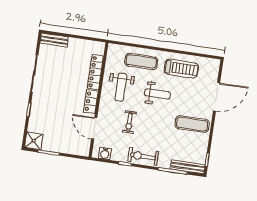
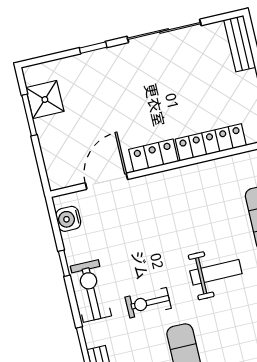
weight bench: (121, 87) -> (201, 200), removed
weight bench: (158, 94) -> (216, 272), turned -90
exercise bike: (129, 122) -> (148, 303), moved
shower: (34, 141) -> (45, 100), moved

